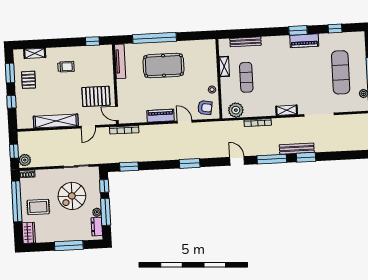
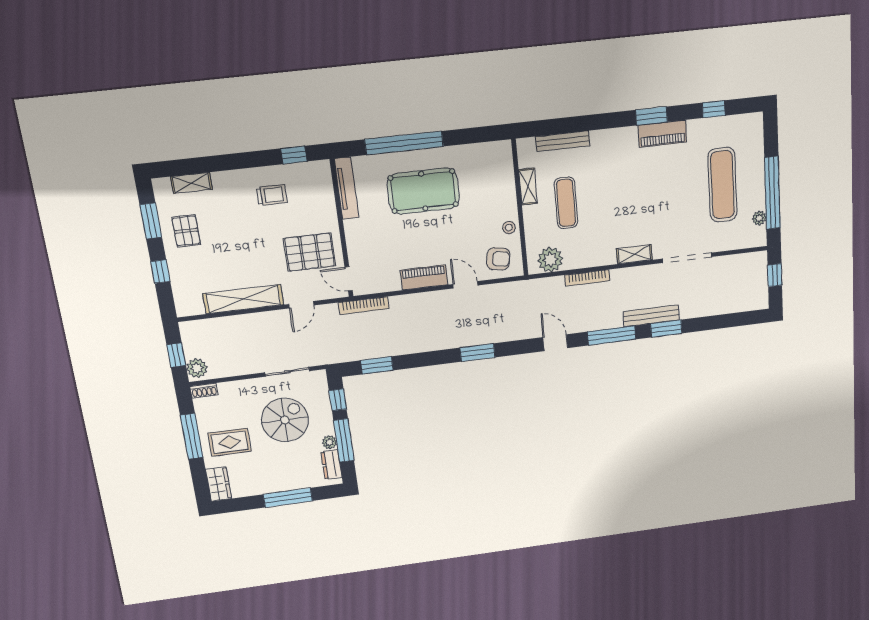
trolley: (66, 67) -> (272, 195), moved
spiral stairs: (72, 196) -> (285, 420), turned 180
window: (17, 201) -> (192, 436), width x0.68

